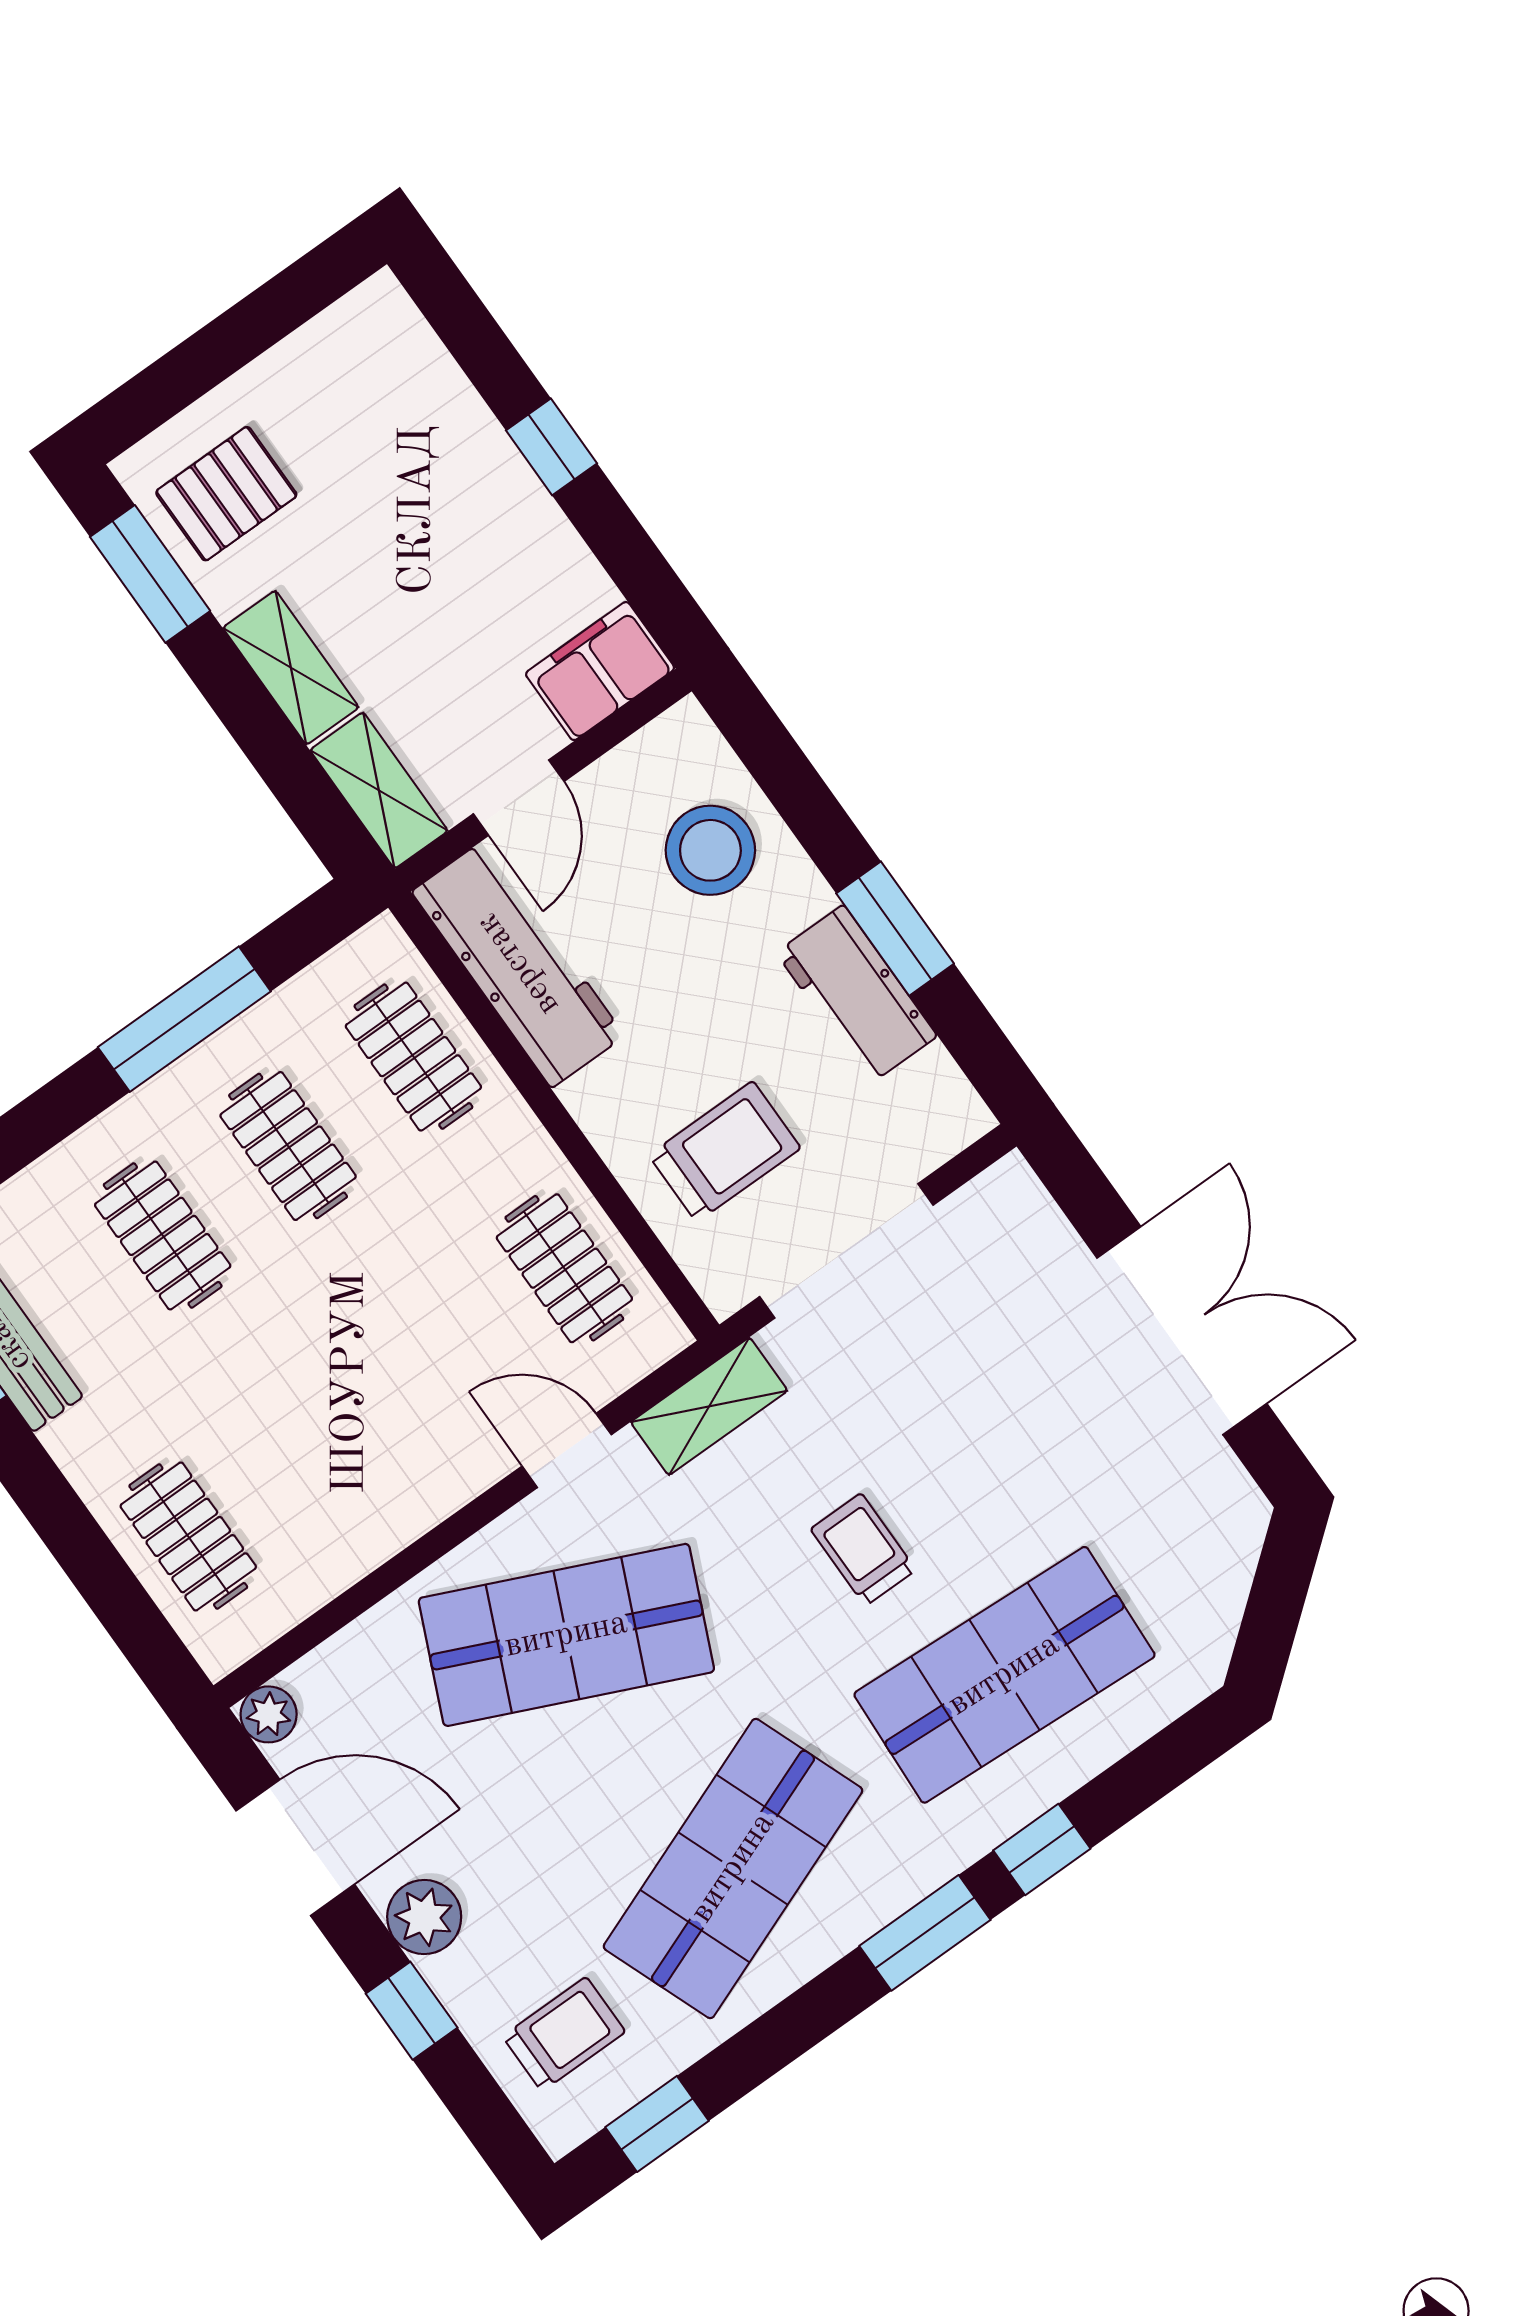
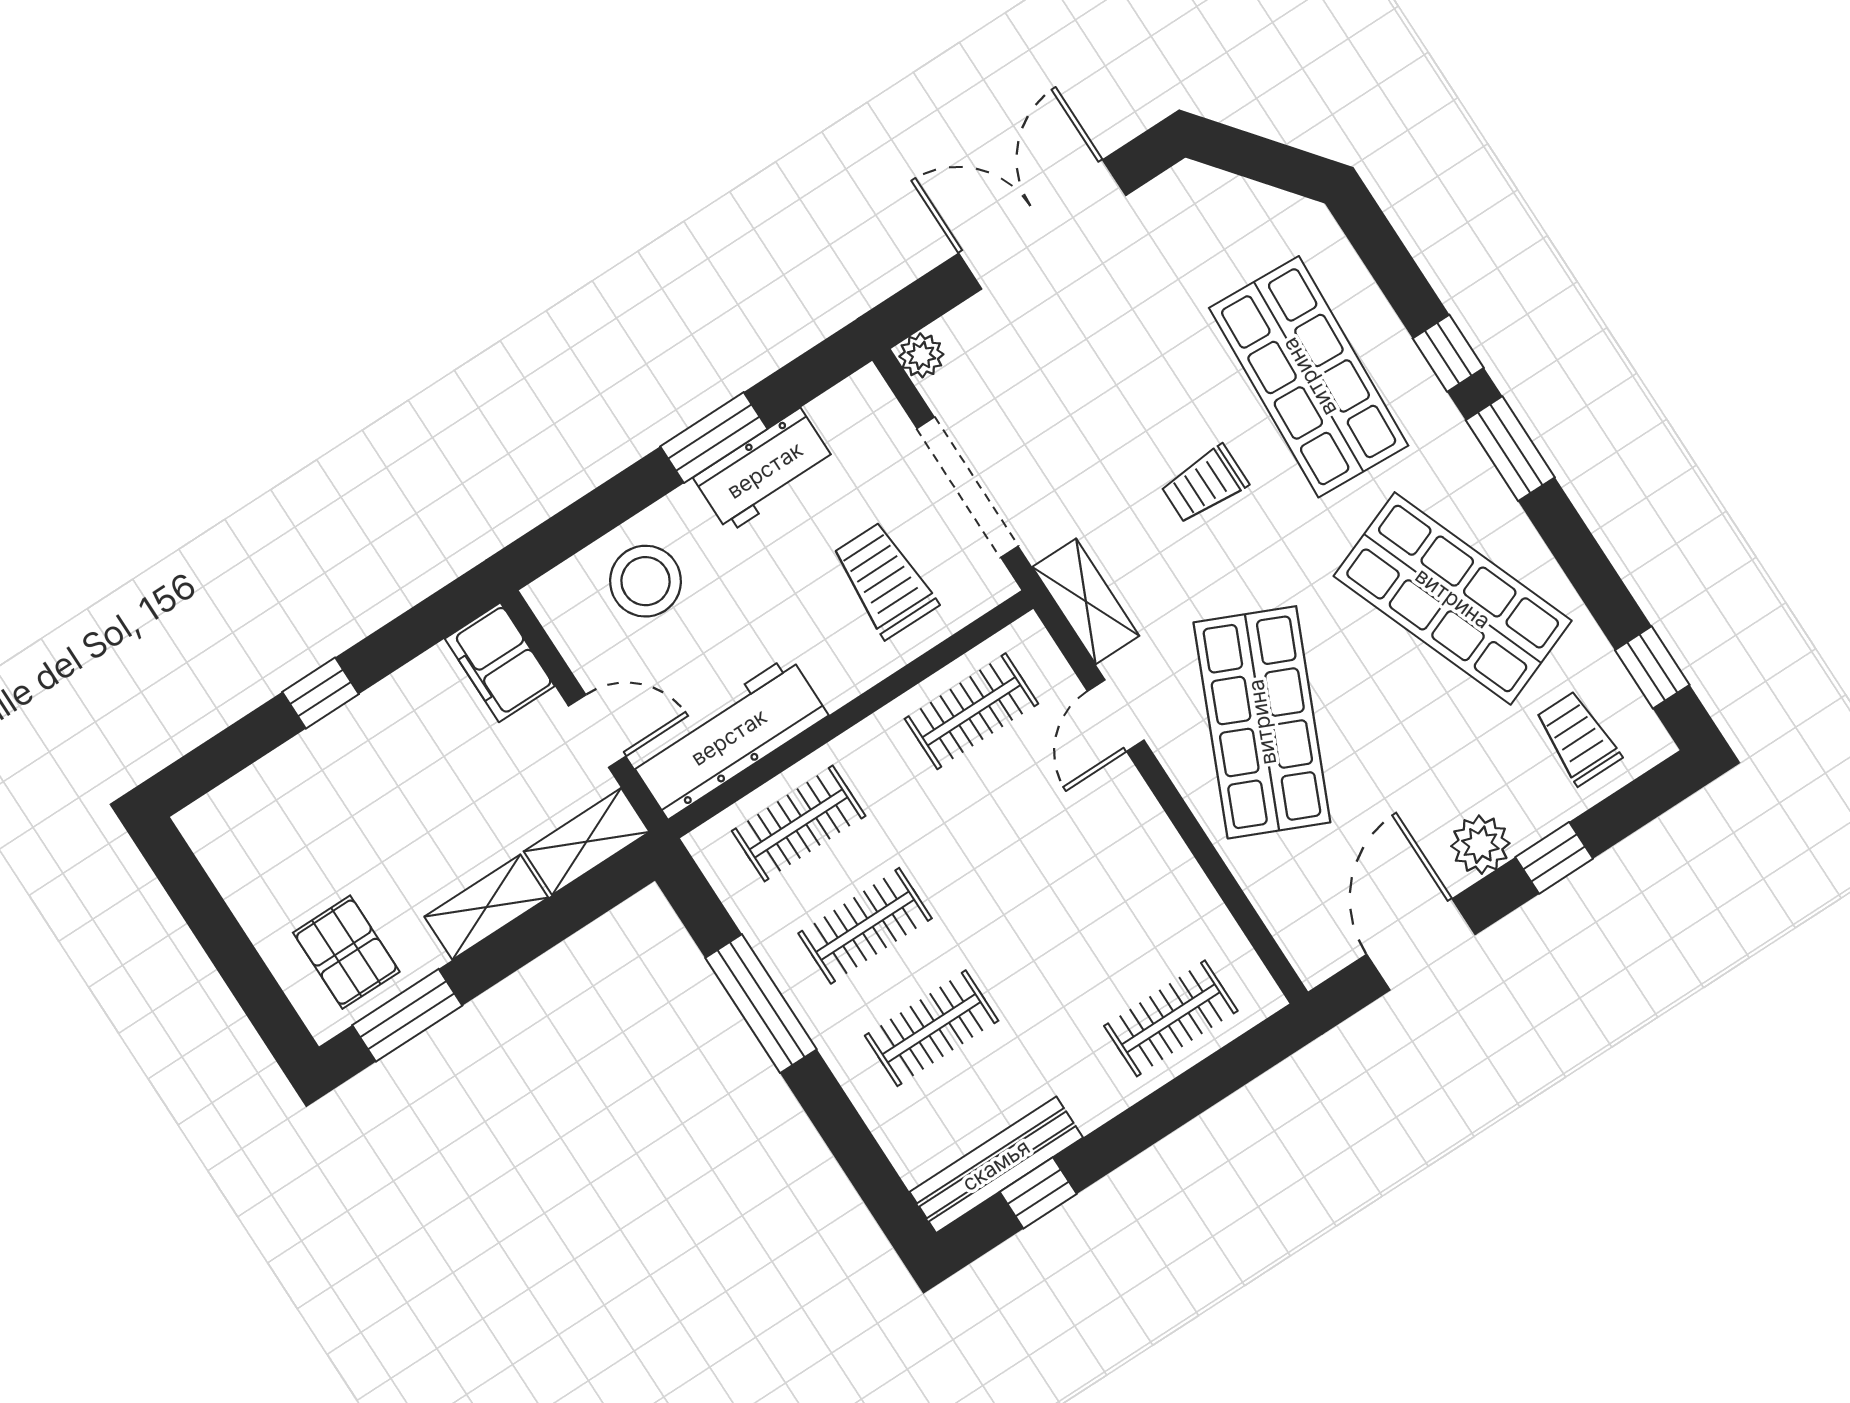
plant: (269, 1714) -> (921, 355), moved

